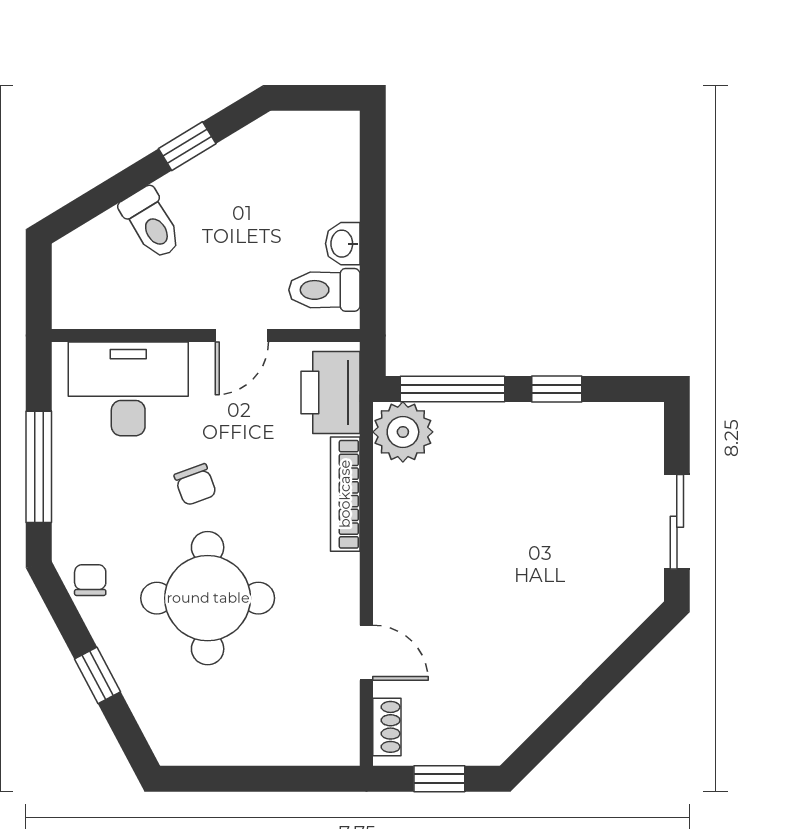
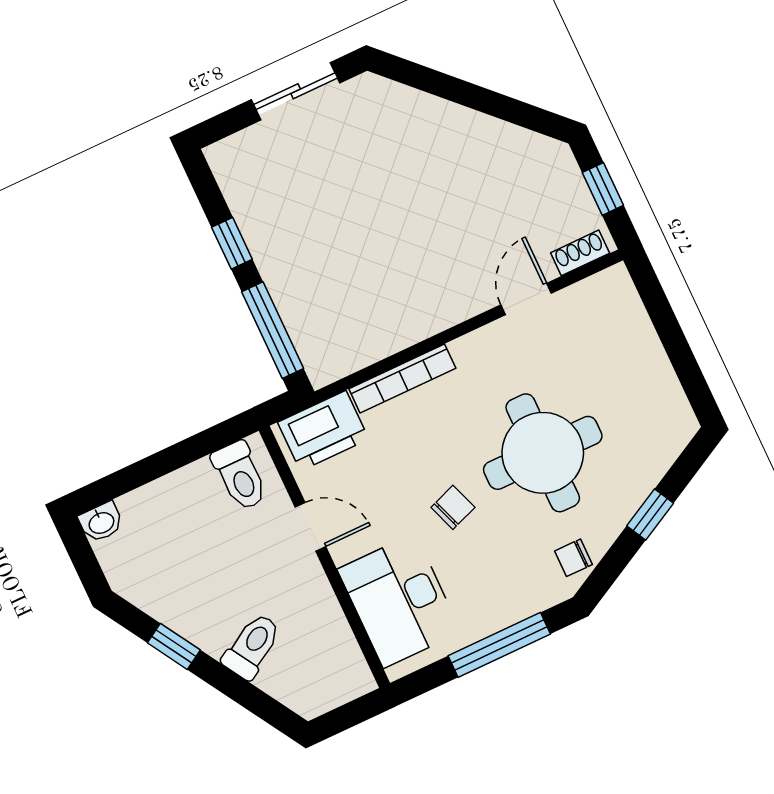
washbasin: (343, 244) -> (101, 522), moved
plant: (403, 432) -> (328, 355), removed

